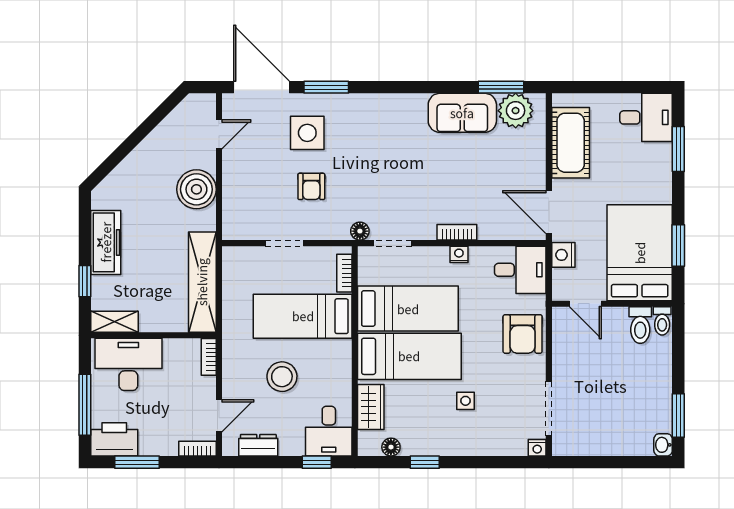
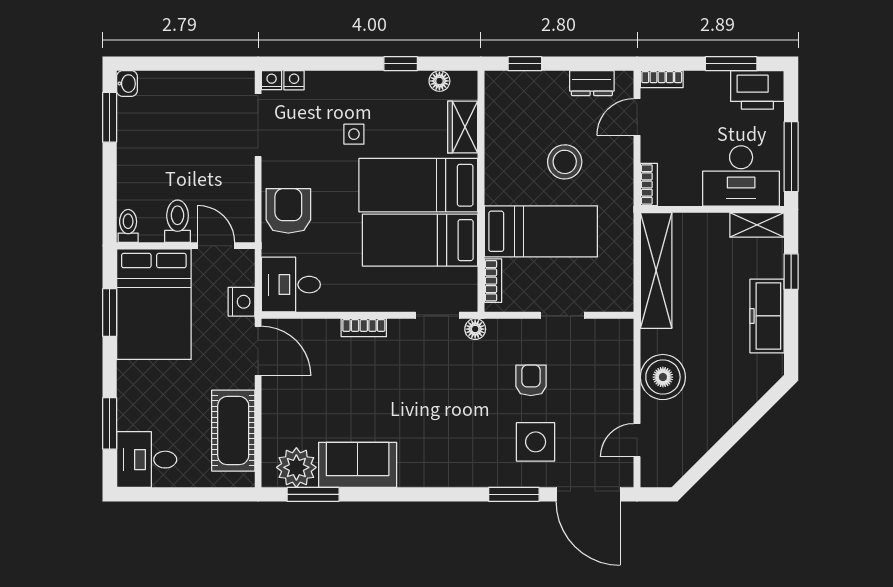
nightstand: (459, 254) -> (294, 80), moved, turned 180
toilet: (640, 325) -> (178, 221), moved
window: (85, 405) -> (791, 157), moved
desk: (329, 431) -> (511, 99), removed

